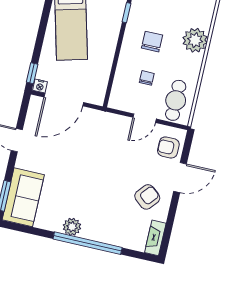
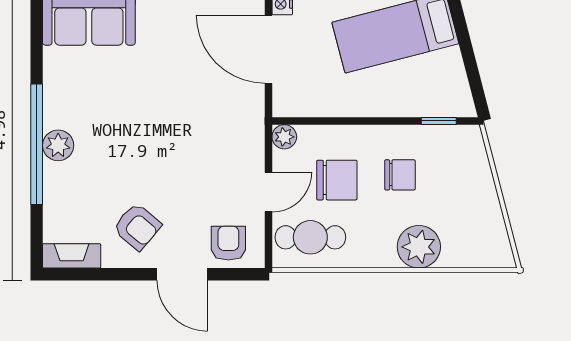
chair: (147, 78) -> (337, 180), width x1.87, depth x1.87
plant: (115, 102) -> (284, 137), added
door: (145, 118) -> (268, 192), swing flipped
plant: (72, 227) -> (58, 145), moved

